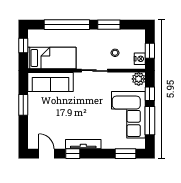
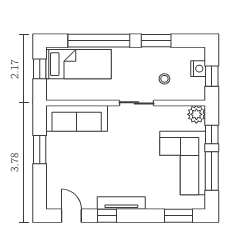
bed: (52, 58) -> (79, 64), moved
nightstand: (140, 59) -> (198, 69), moved

